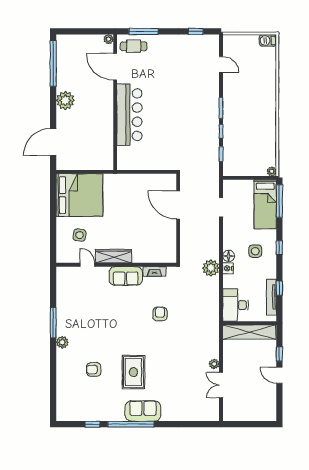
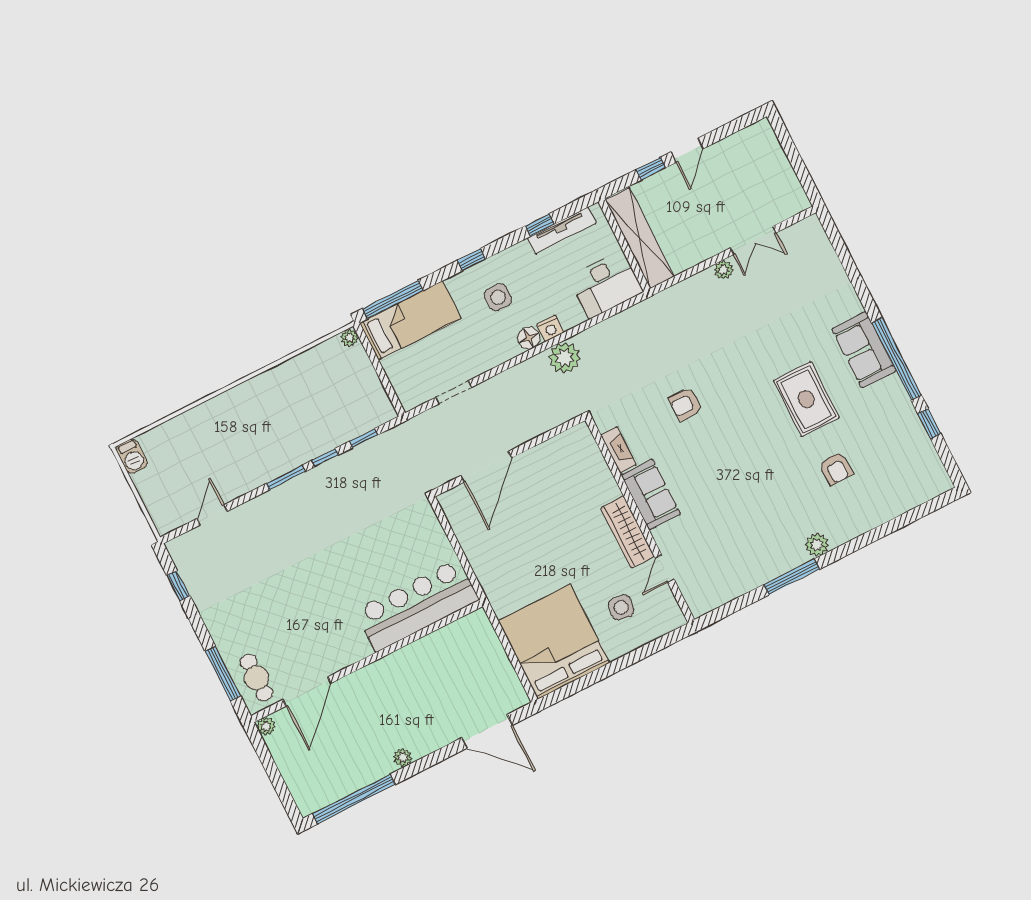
plant: (65, 100) -> (403, 758), width x0.53, depth x0.53
bar counter: (129, 115) -> (417, 605), moved
rug: (133, 372) -> (806, 399), turned 90

